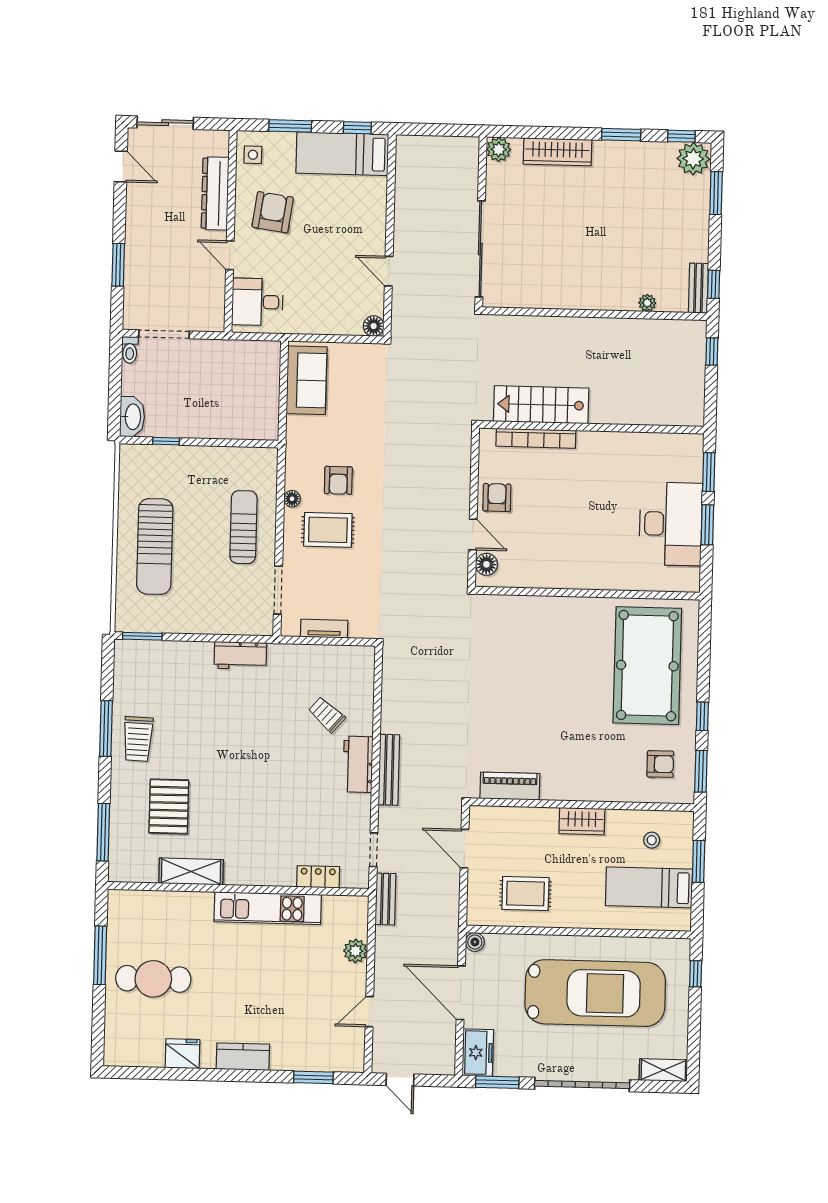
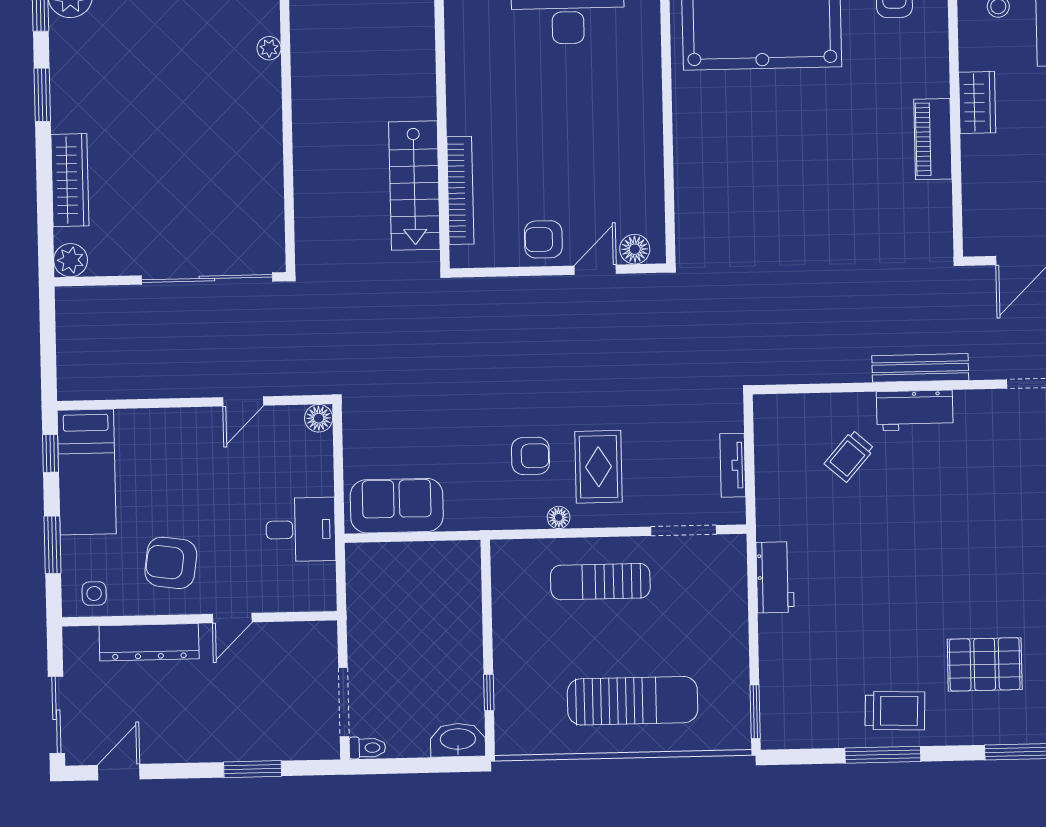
desk: (257, 302) -> (301, 529), moved, turned -90
piano: (510, 786) -> (933, 139), moved

